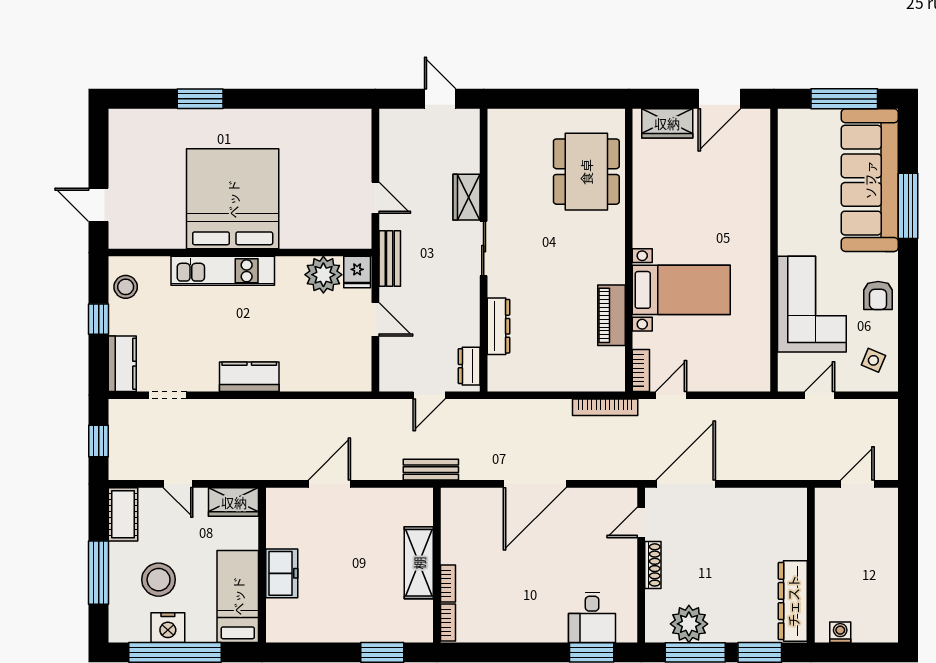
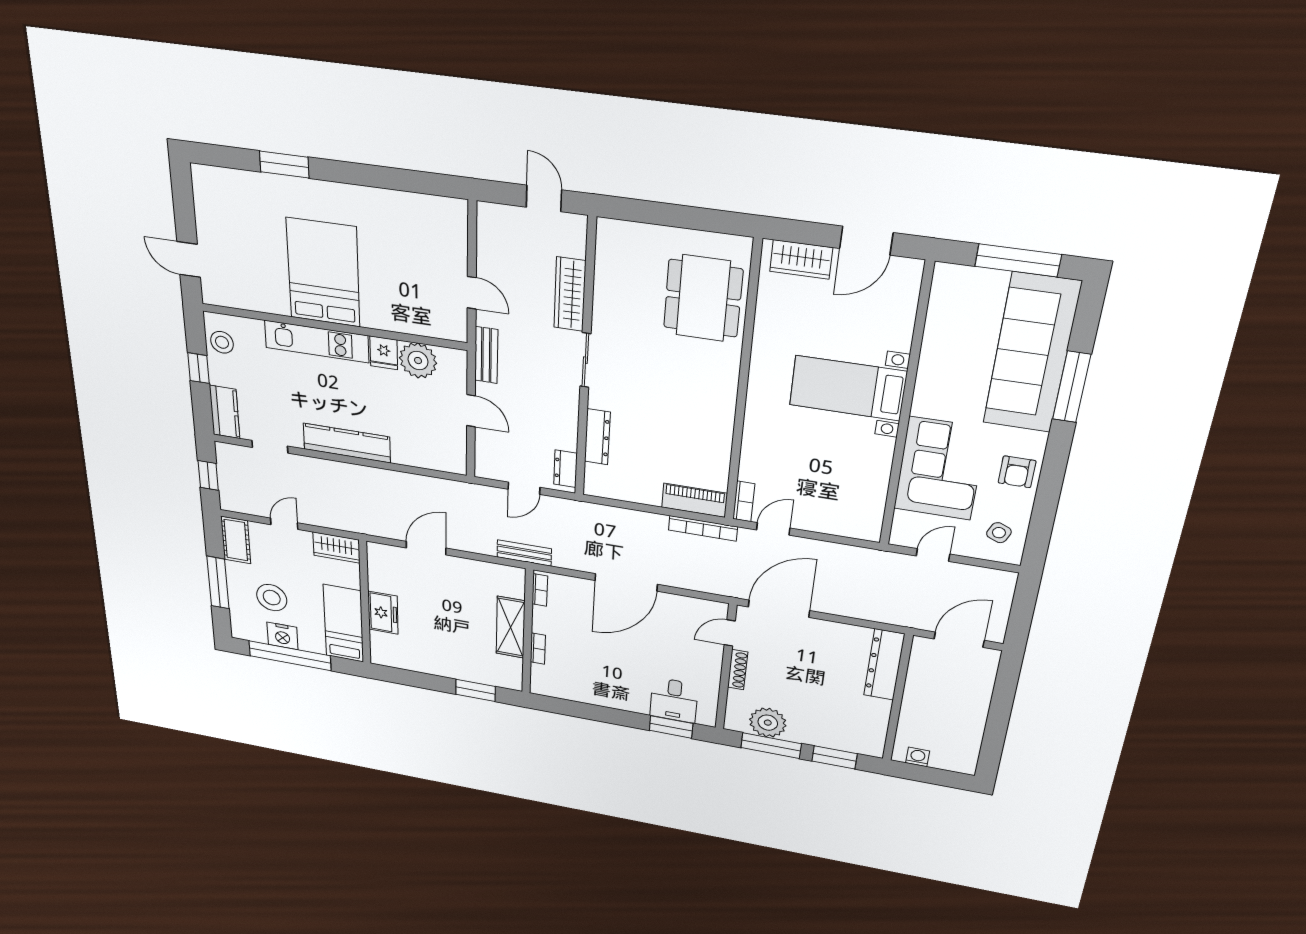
wardrobe: (467, 197) -> (570, 294), width x1.50
bed: (233, 199) -> (323, 273), width x0.73
fridge: (357, 272) -> (384, 353), moved
bed with nightstands: (681, 290) -> (848, 388), moved, turned 180
piano: (612, 315) -> (694, 500), moved, turned 90
kitchen counter: (249, 377) -> (347, 443), width x1.50
door: (178, 484) -> (284, 524), swing flipped
door: (857, 484) -> (959, 640), width x1.38
dresser: (793, 601) -> (884, 665), moved
bookcase: (448, 623) -> (540, 590), moved

